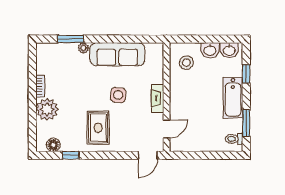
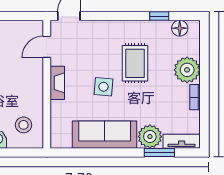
plant: (83, 48) -> (150, 137), width x1.87, depth x1.87
tv unit: (52, 49) -> (182, 141), added
rug: (98, 128) -> (135, 63), moved

